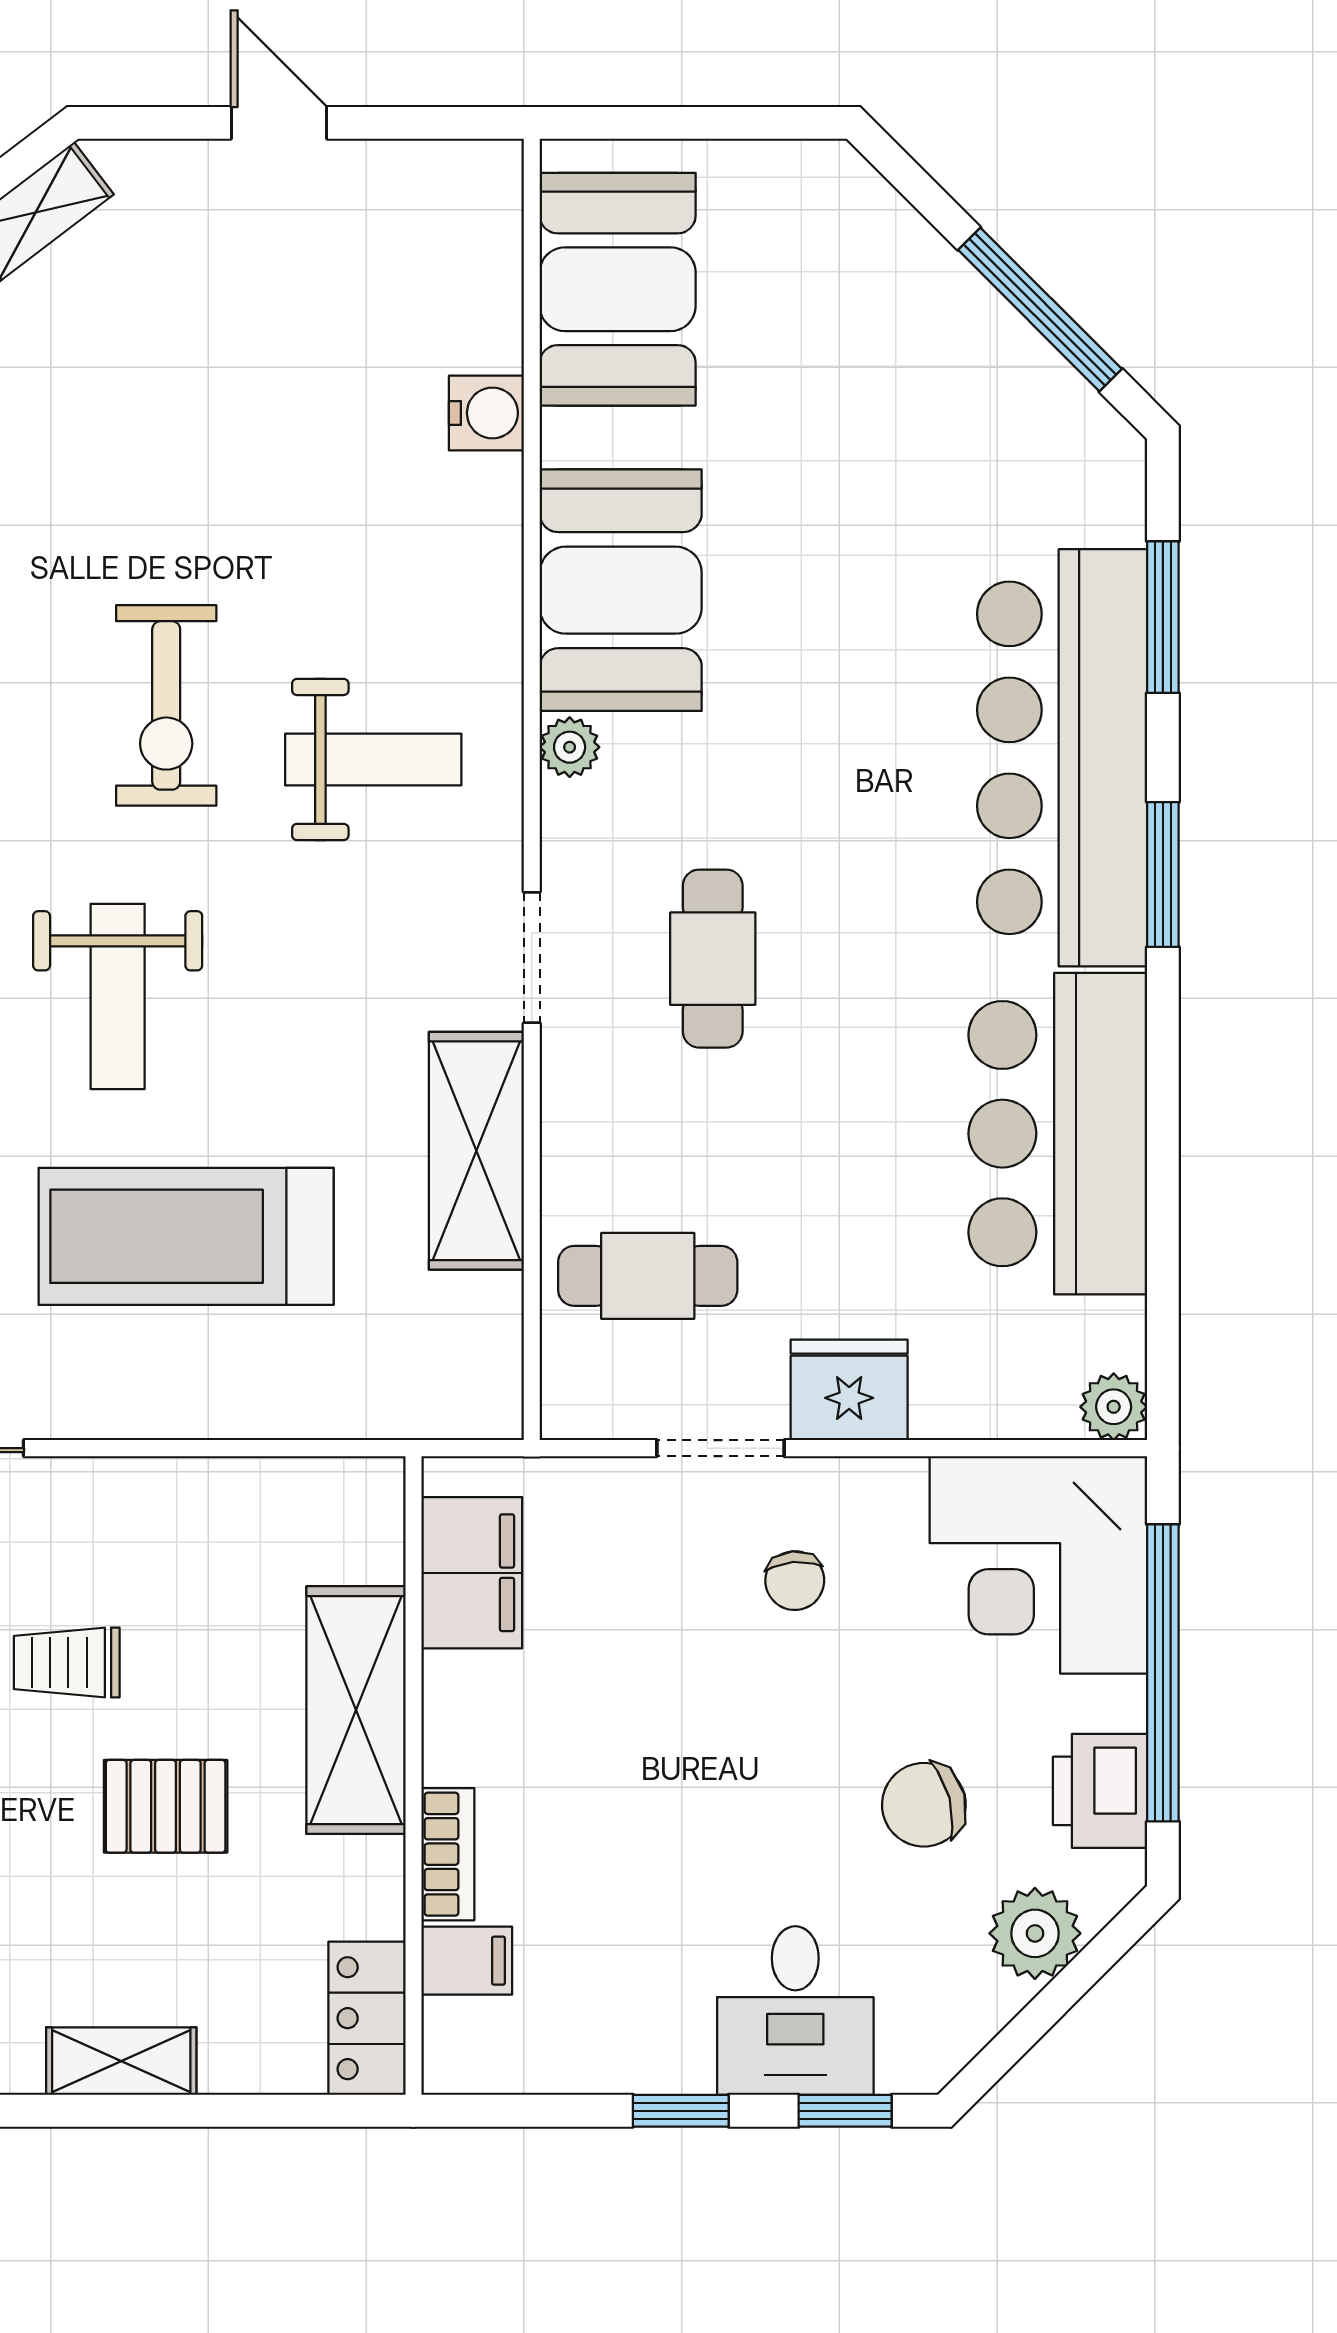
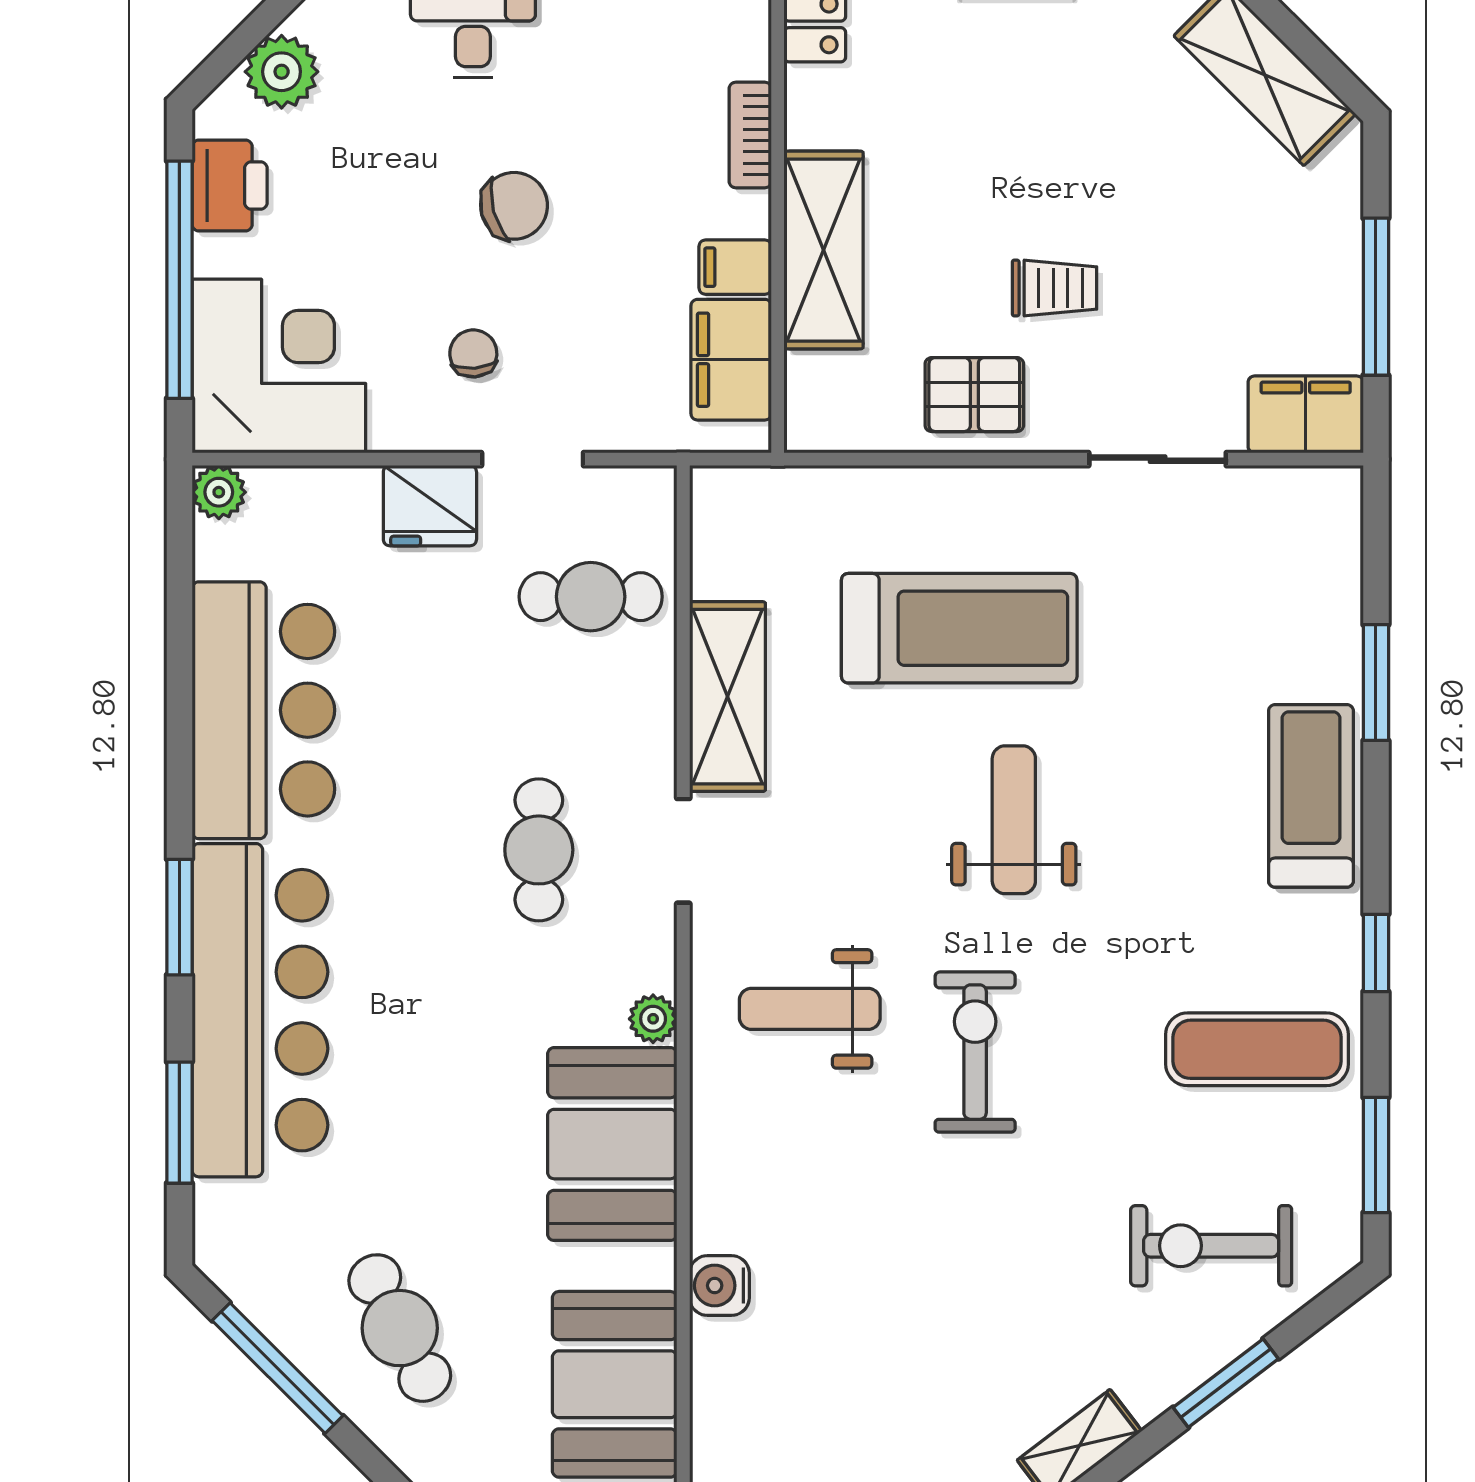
cafe table: (887, 360) -> (400, 1328), added
chair: (924, 1805) -> (514, 206), moved
pallet: (166, 1806) -> (974, 395), moved
filing cabinet: (467, 1961) -> (735, 267), moved

